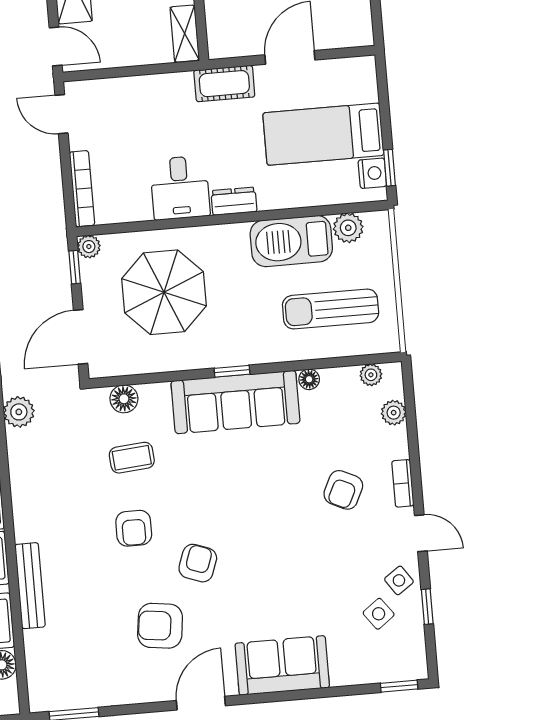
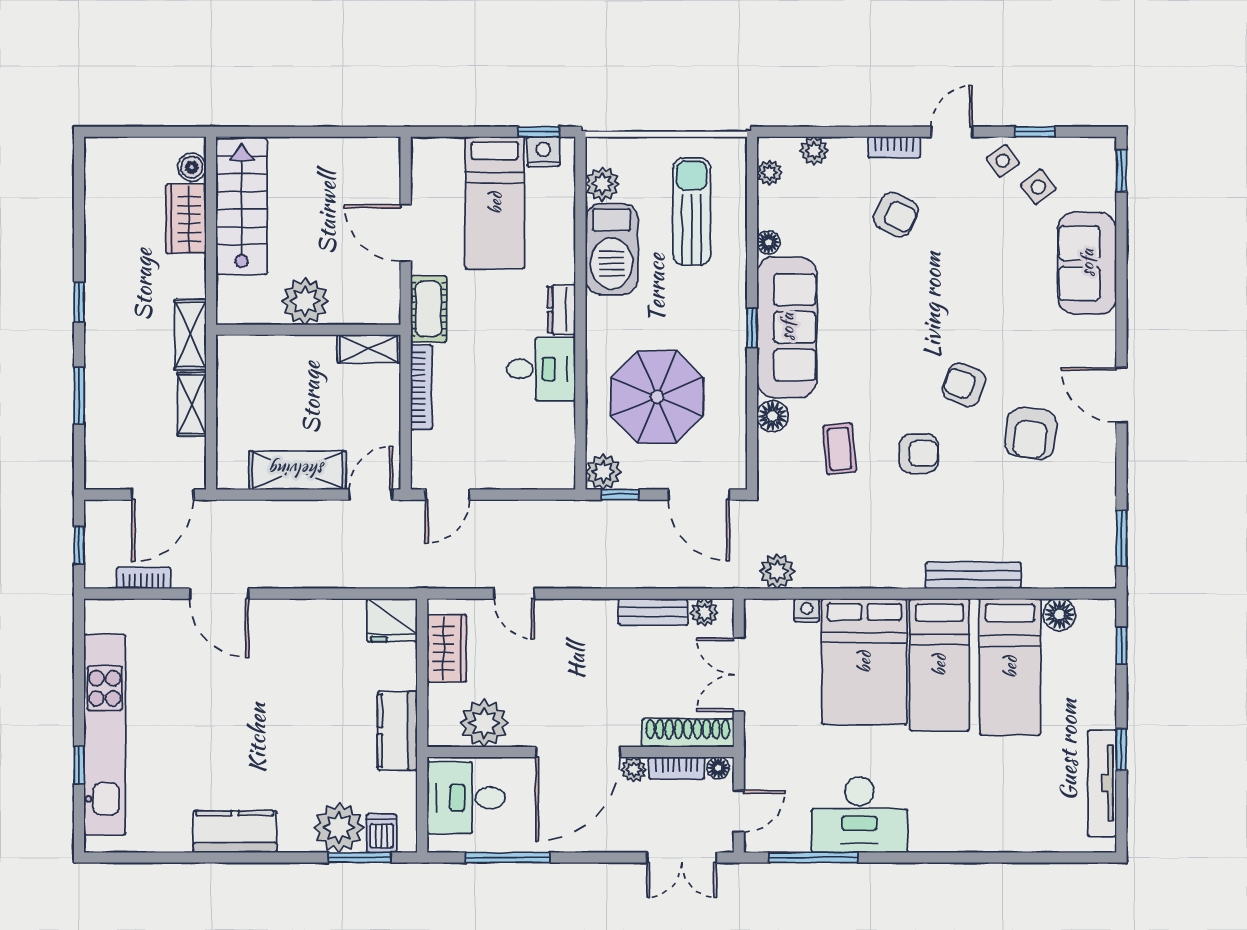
bookcase: (82, 189) -> (421, 387), moved, turned 90
plant: (89, 247) -> (603, 472), width x1.38, depth x1.38
sun lounger: (331, 309) -> (692, 212), turned 180
floor lamp: (124, 399) -> (773, 416), moved
sofa: (282, 665) -> (1087, 263), moved

